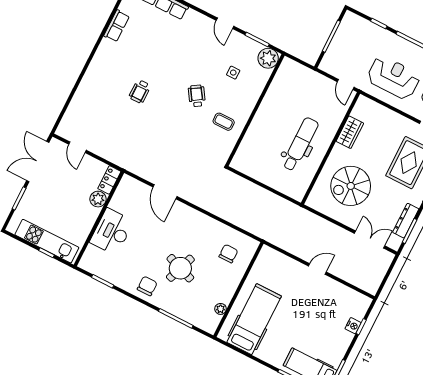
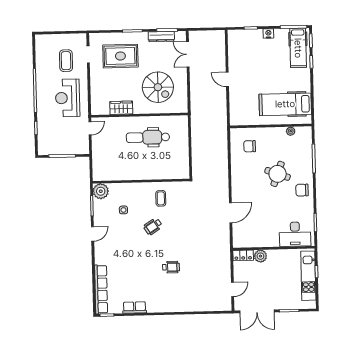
desk: (112, 232) -> (295, 234), moved
nightstand: (353, 326) -> (268, 33), moved

